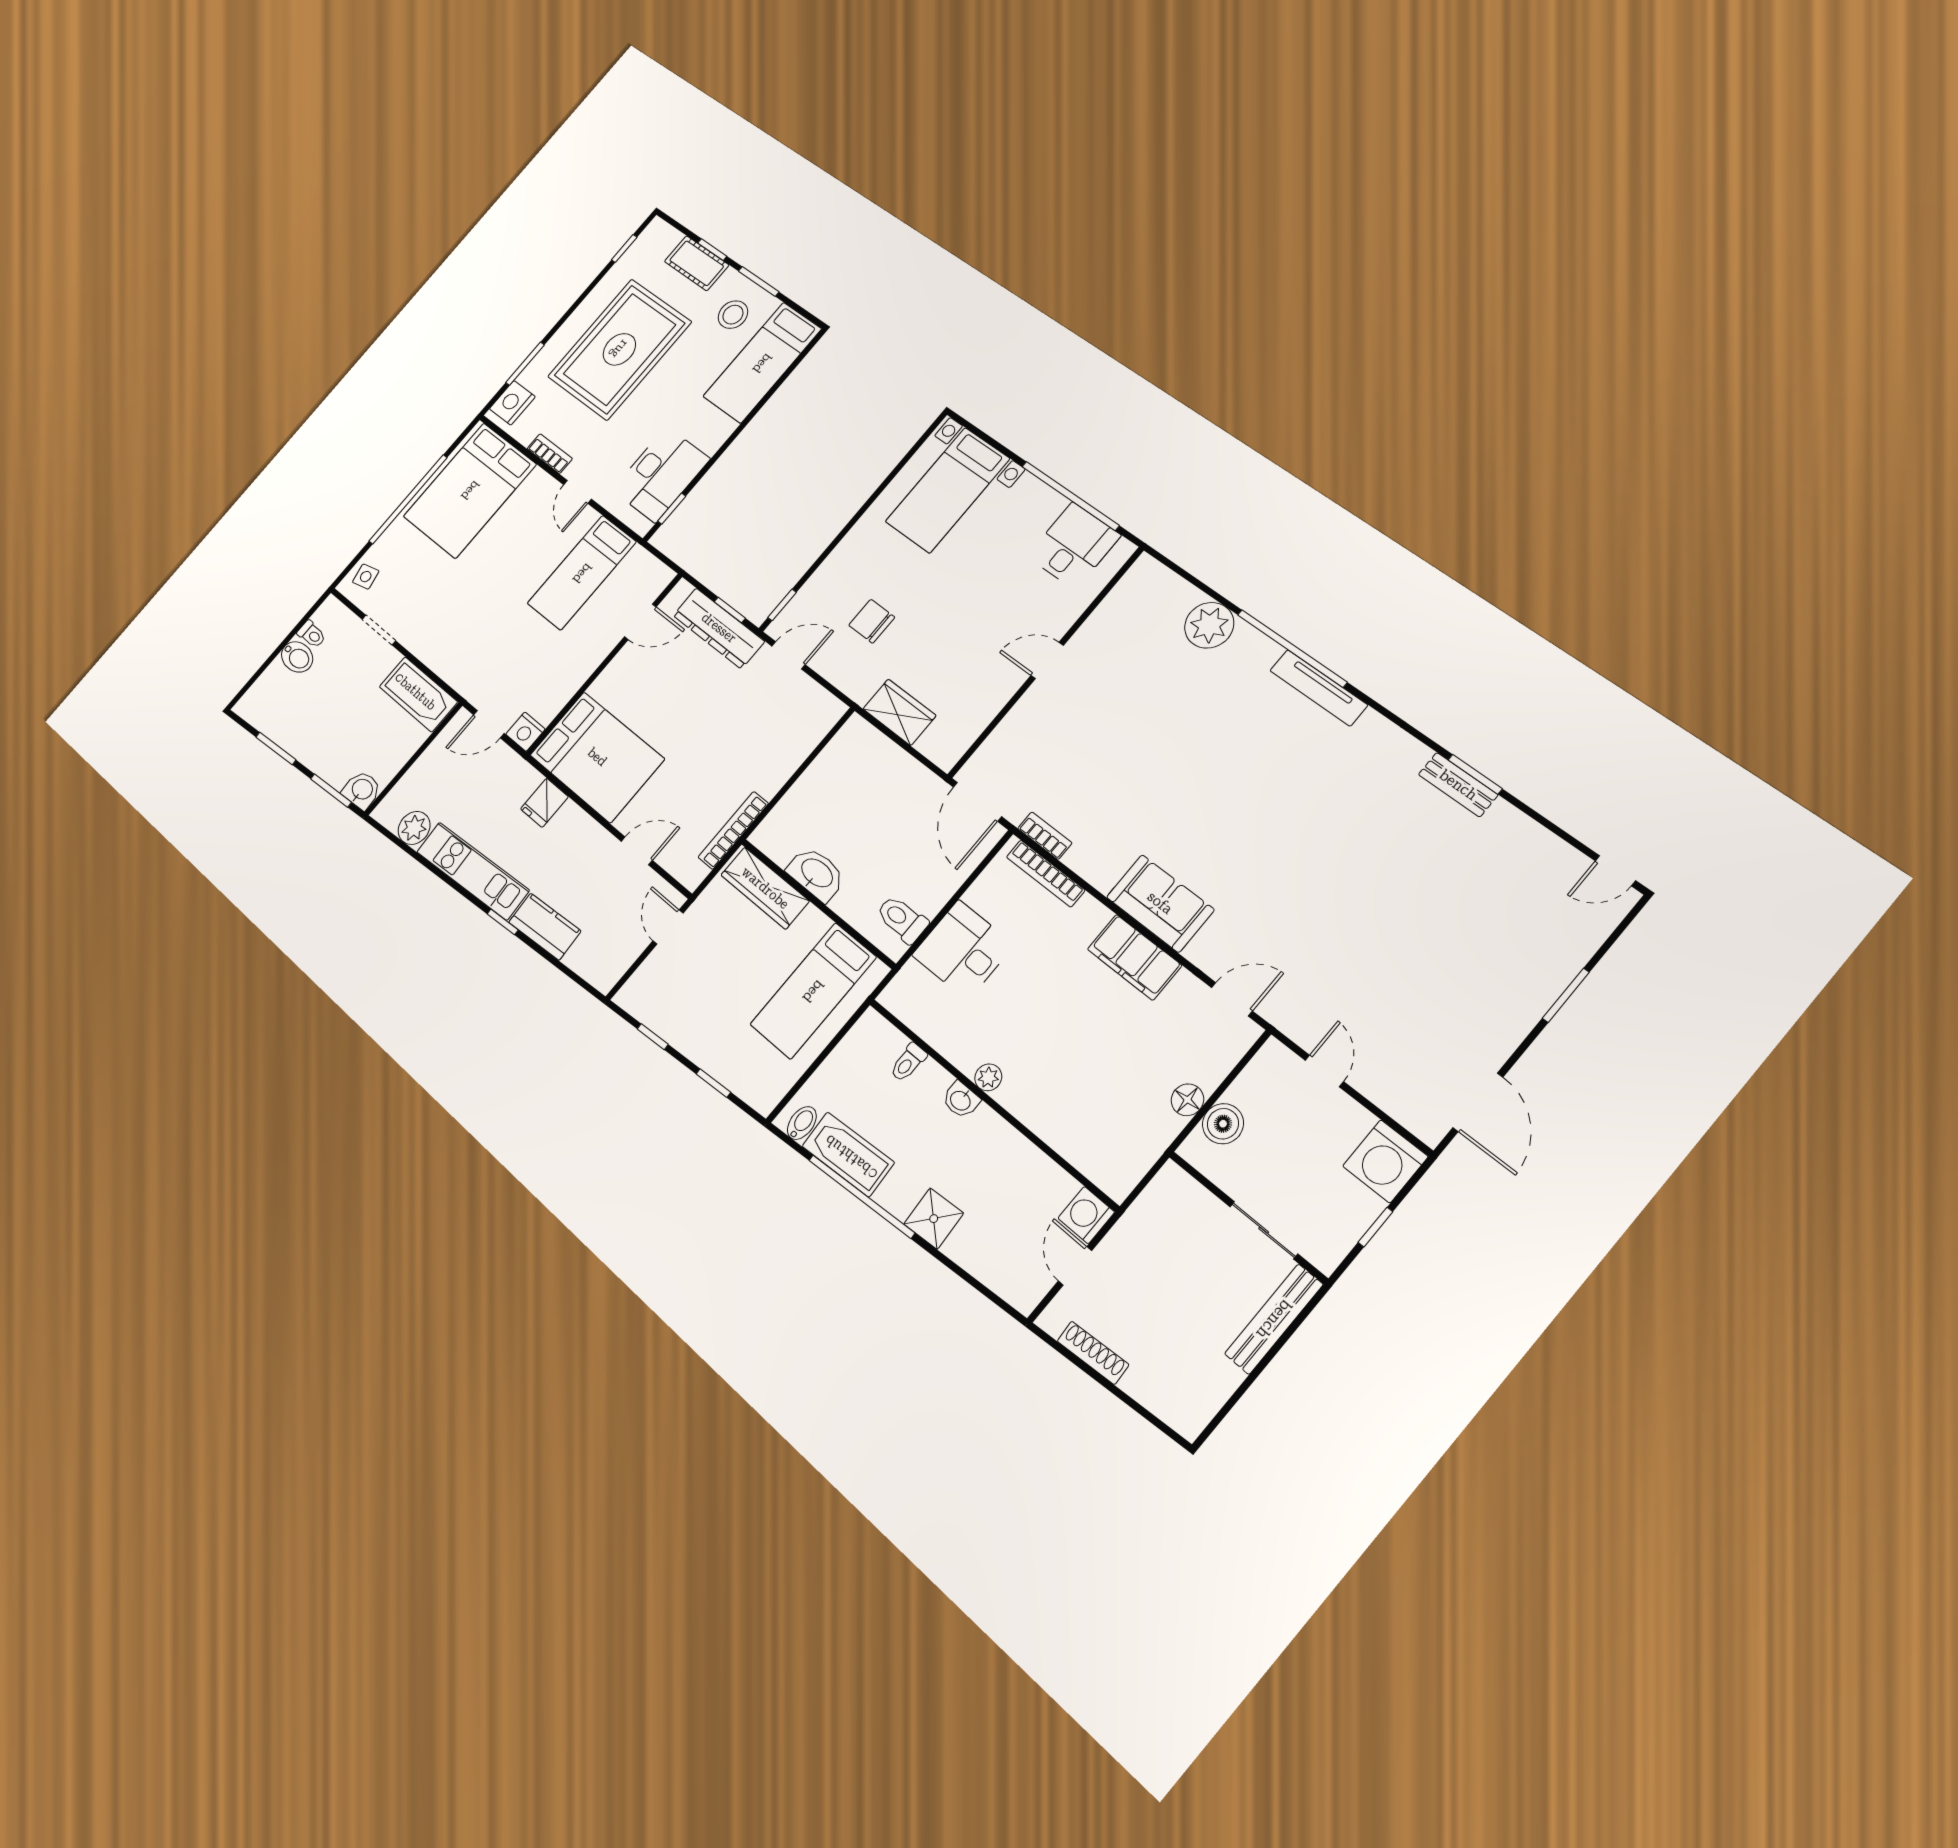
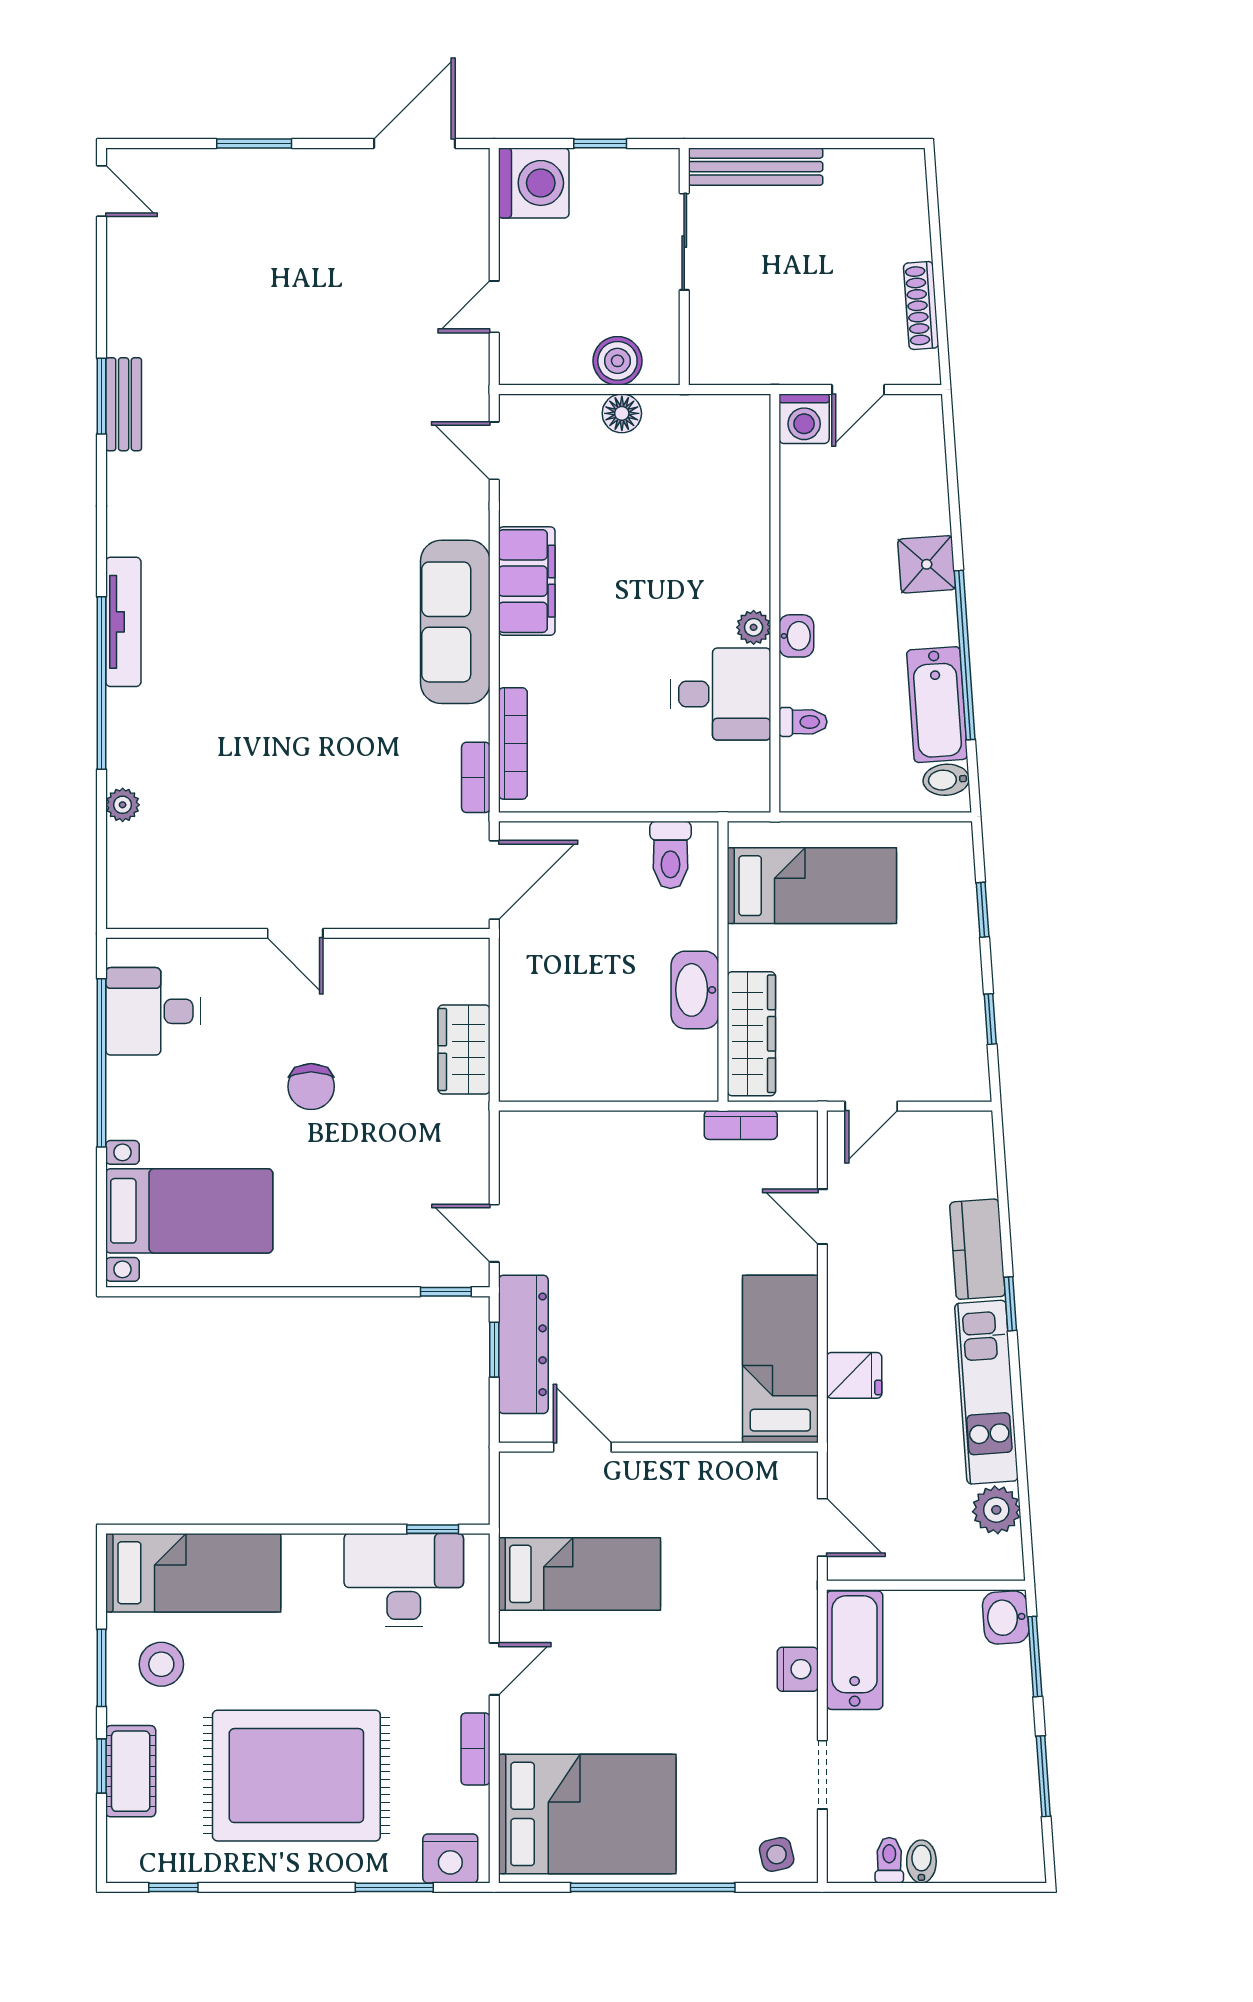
chair: (872, 621) -> (311, 1087), moved
plant: (1209, 625) -> (123, 805), width x0.53, depth x0.53
bidet: (297, 657) -> (921, 1861), width x0.72, depth x0.74
nightstand: (525, 732) -> (798, 1669), moved
bed: (597, 757) -> (780, 1359), width x0.67
bookcase: (733, 830) -> (741, 1125), width x0.64
sofa: (1160, 903) -> (455, 622), width x1.36
desk: (963, 950) -> (721, 694), moved, turned -90

